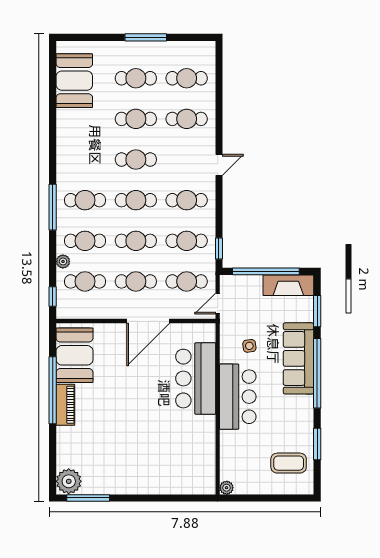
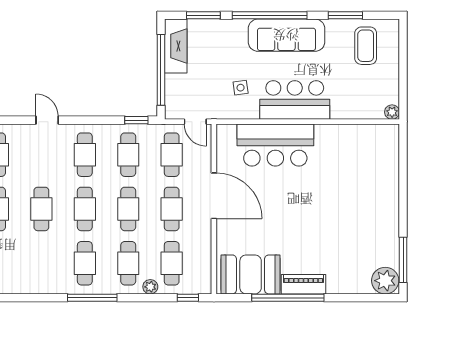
sofa: (298, 358) -> (286, 35), moved

